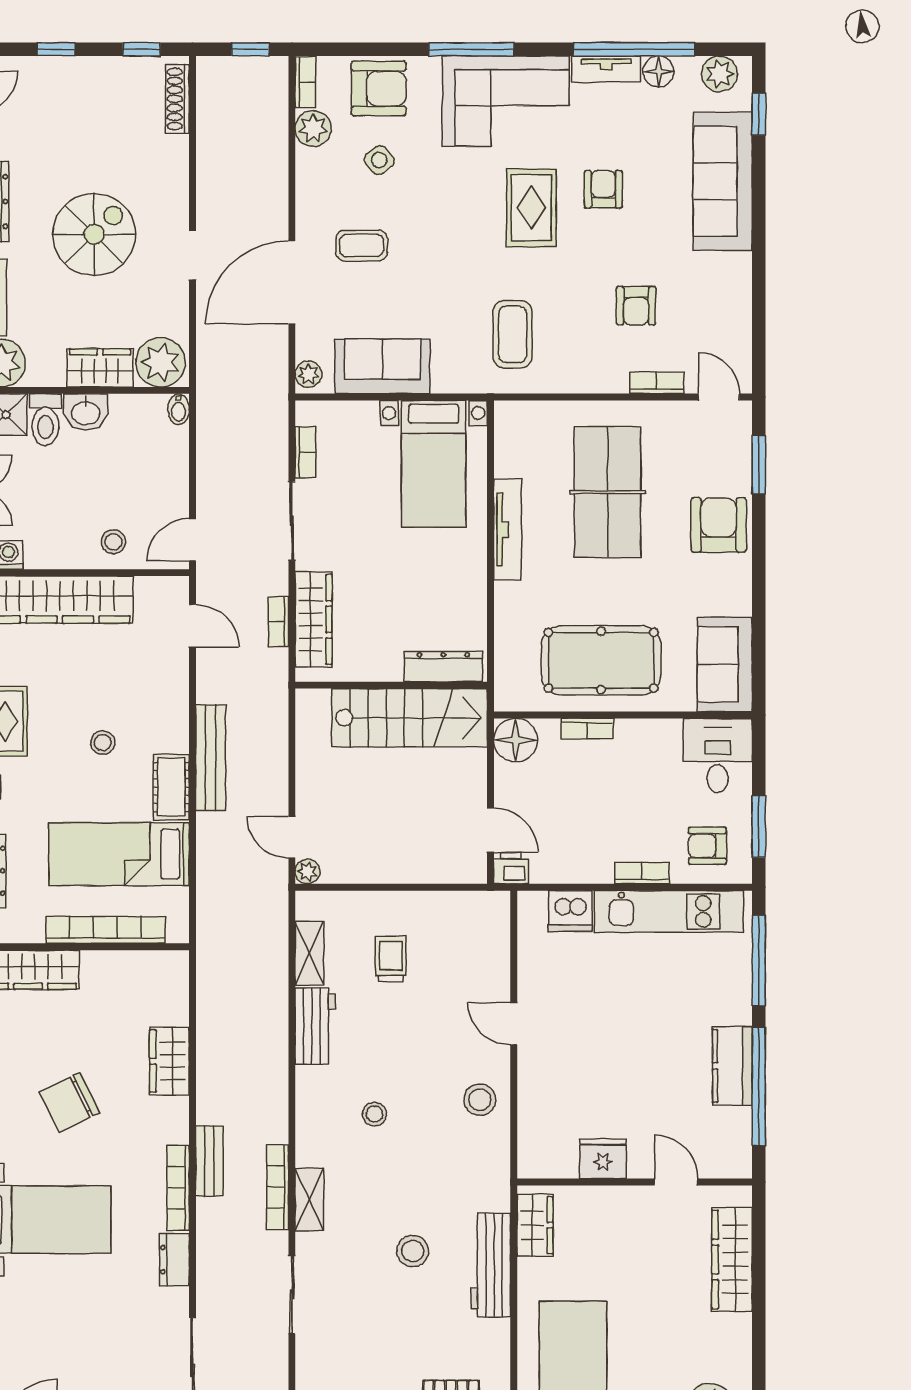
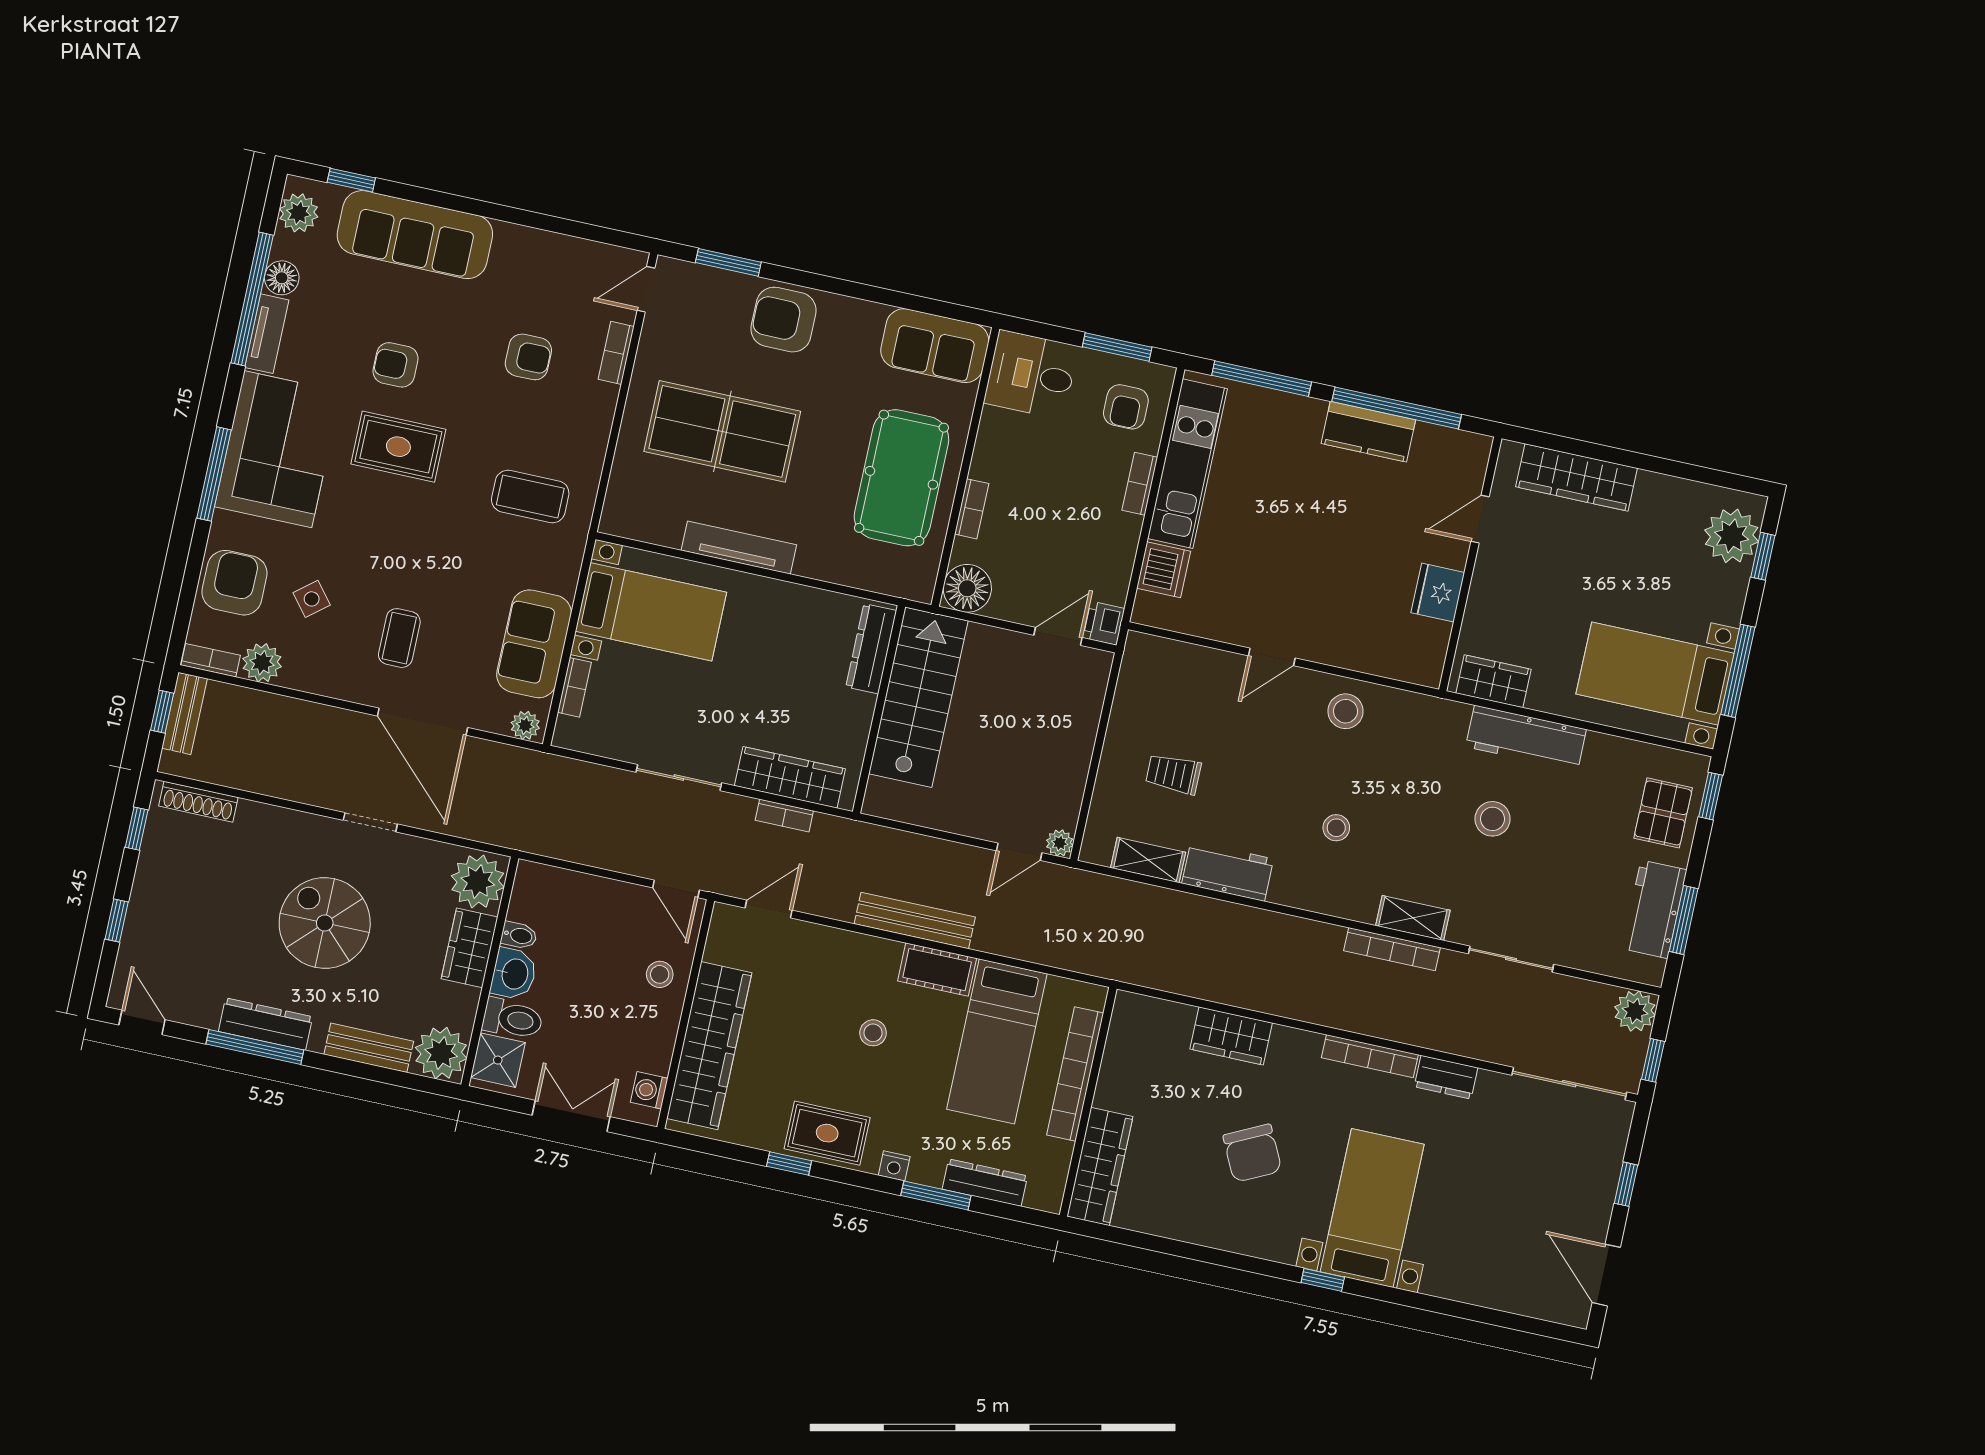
bidet: (179, 409) -> (519, 935), moved
bookcase: (305, 452) -> (574, 687), moved, turned 90
bench: (209, 1161) -> (184, 713), moved, turned 90

